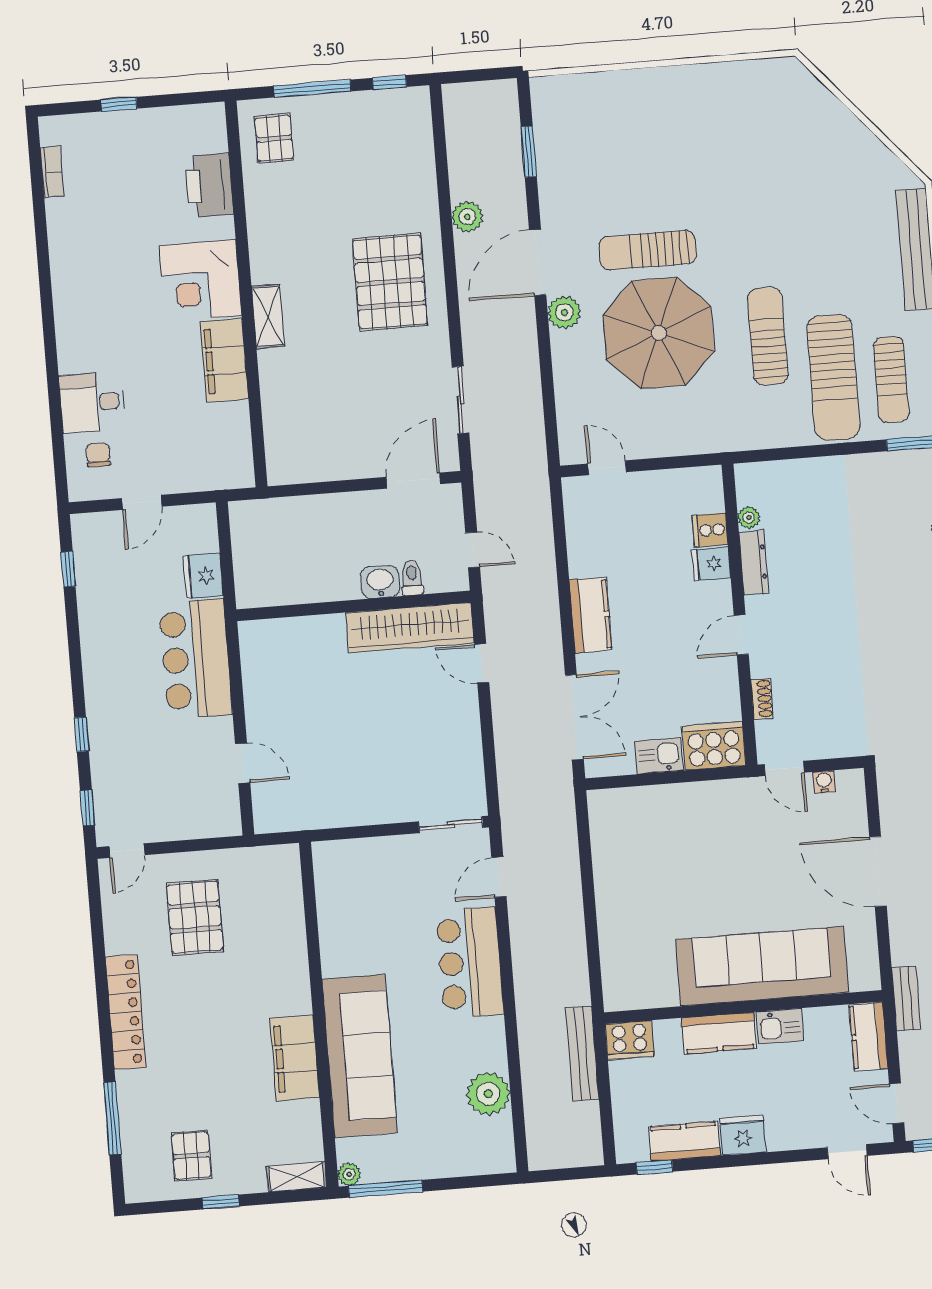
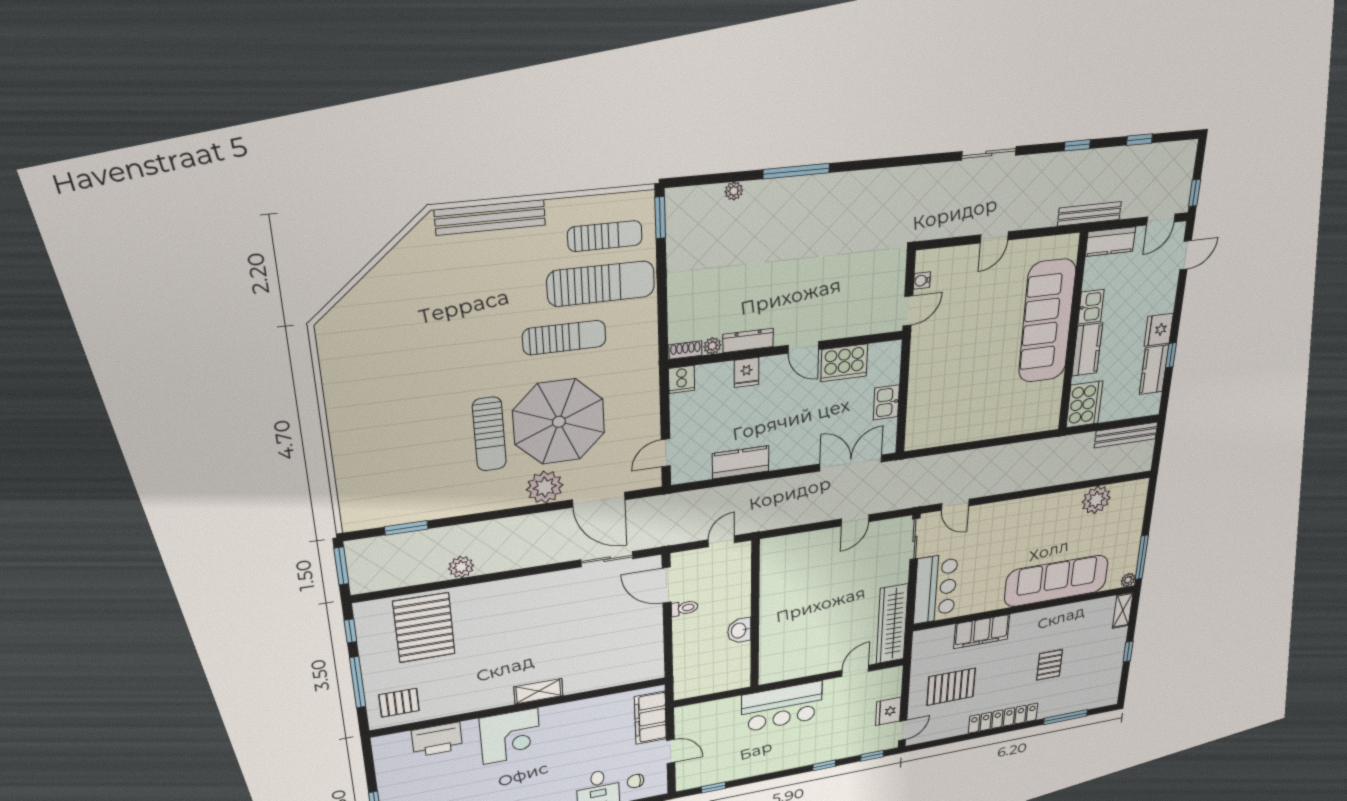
window: (483, 75) -> (341, 566), added
door: (538, 262) -> (599, 500), moved
pallet: (390, 282) -> (424, 628), moved, turned 90
plant: (564, 312) -> (545, 487), width x1.36, depth x1.36
sun lounger: (768, 336) -> (564, 338), turned 180
filing cabinet: (224, 360) -> (650, 718), moved, turned 90
cooker: (710, 530) -> (682, 379), moved
fridge: (203, 576) -> (888, 711), moved, turned 90
toilet: (412, 578) -> (685, 608), moved, turned 180
washbasin: (380, 582) -> (739, 630), moved
kitchen counter: (590, 615) -> (741, 462), moved
wardrobe: (410, 628) -> (892, 624), moved, turned 180
door: (482, 663) -> (855, 520), moved
shoe rack: (762, 699) -> (685, 350), moved
cooker: (714, 746) -> (844, 363), moved, turned -90
door: (127, 851) -> (903, 730), hinge flipped
door: (878, 871) -> (994, 237), width x0.53
bar counter: (470, 963) -> (936, 589), moved, turned -90
bench: (906, 999) -> (1089, 214), width x1.36
cooker: (630, 1040) -> (1084, 404), width x1.37, depth x1.31
bench: (582, 1054) -> (1126, 435), moved
filing cabinet: (295, 1058) -> (982, 631), moved
pallet: (191, 1156) -> (1050, 665), moved, turned 90
window: (655, 1167) -> (1171, 355), moved

